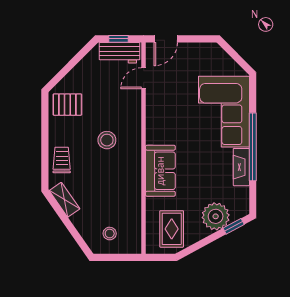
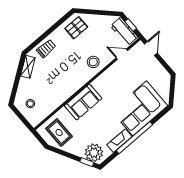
door: (166, 39) -> (151, 48), swing flipped
pallet: (67, 105) -> (76, 28), turned 90
stool: (107, 140) -> (93, 62), moved
plant: (216, 216) -> (94, 153), moved
rug: (172, 229) -> (59, 132), turned 90

